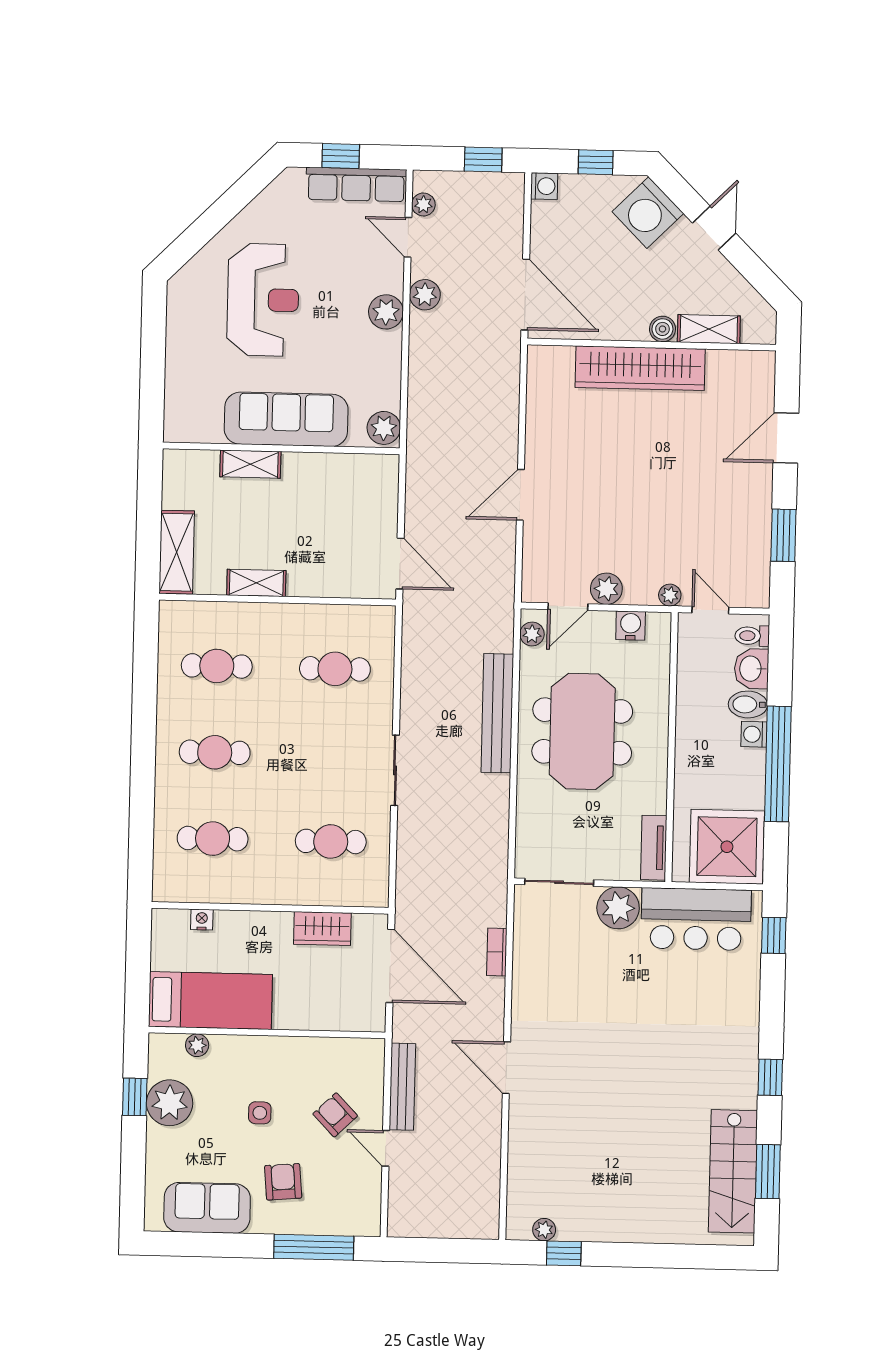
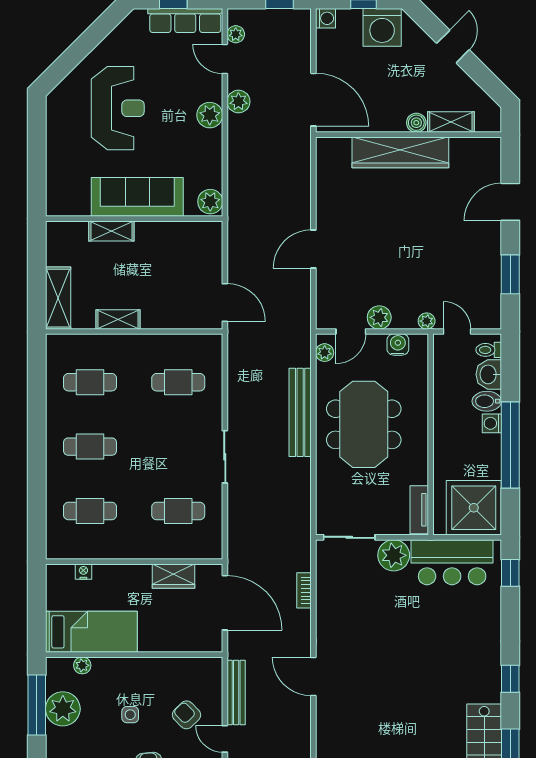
washing machine: (648, 213) -> (382, 27), moved, turned -45
window: (135, 1097) -> (37, 705), width x2.17

